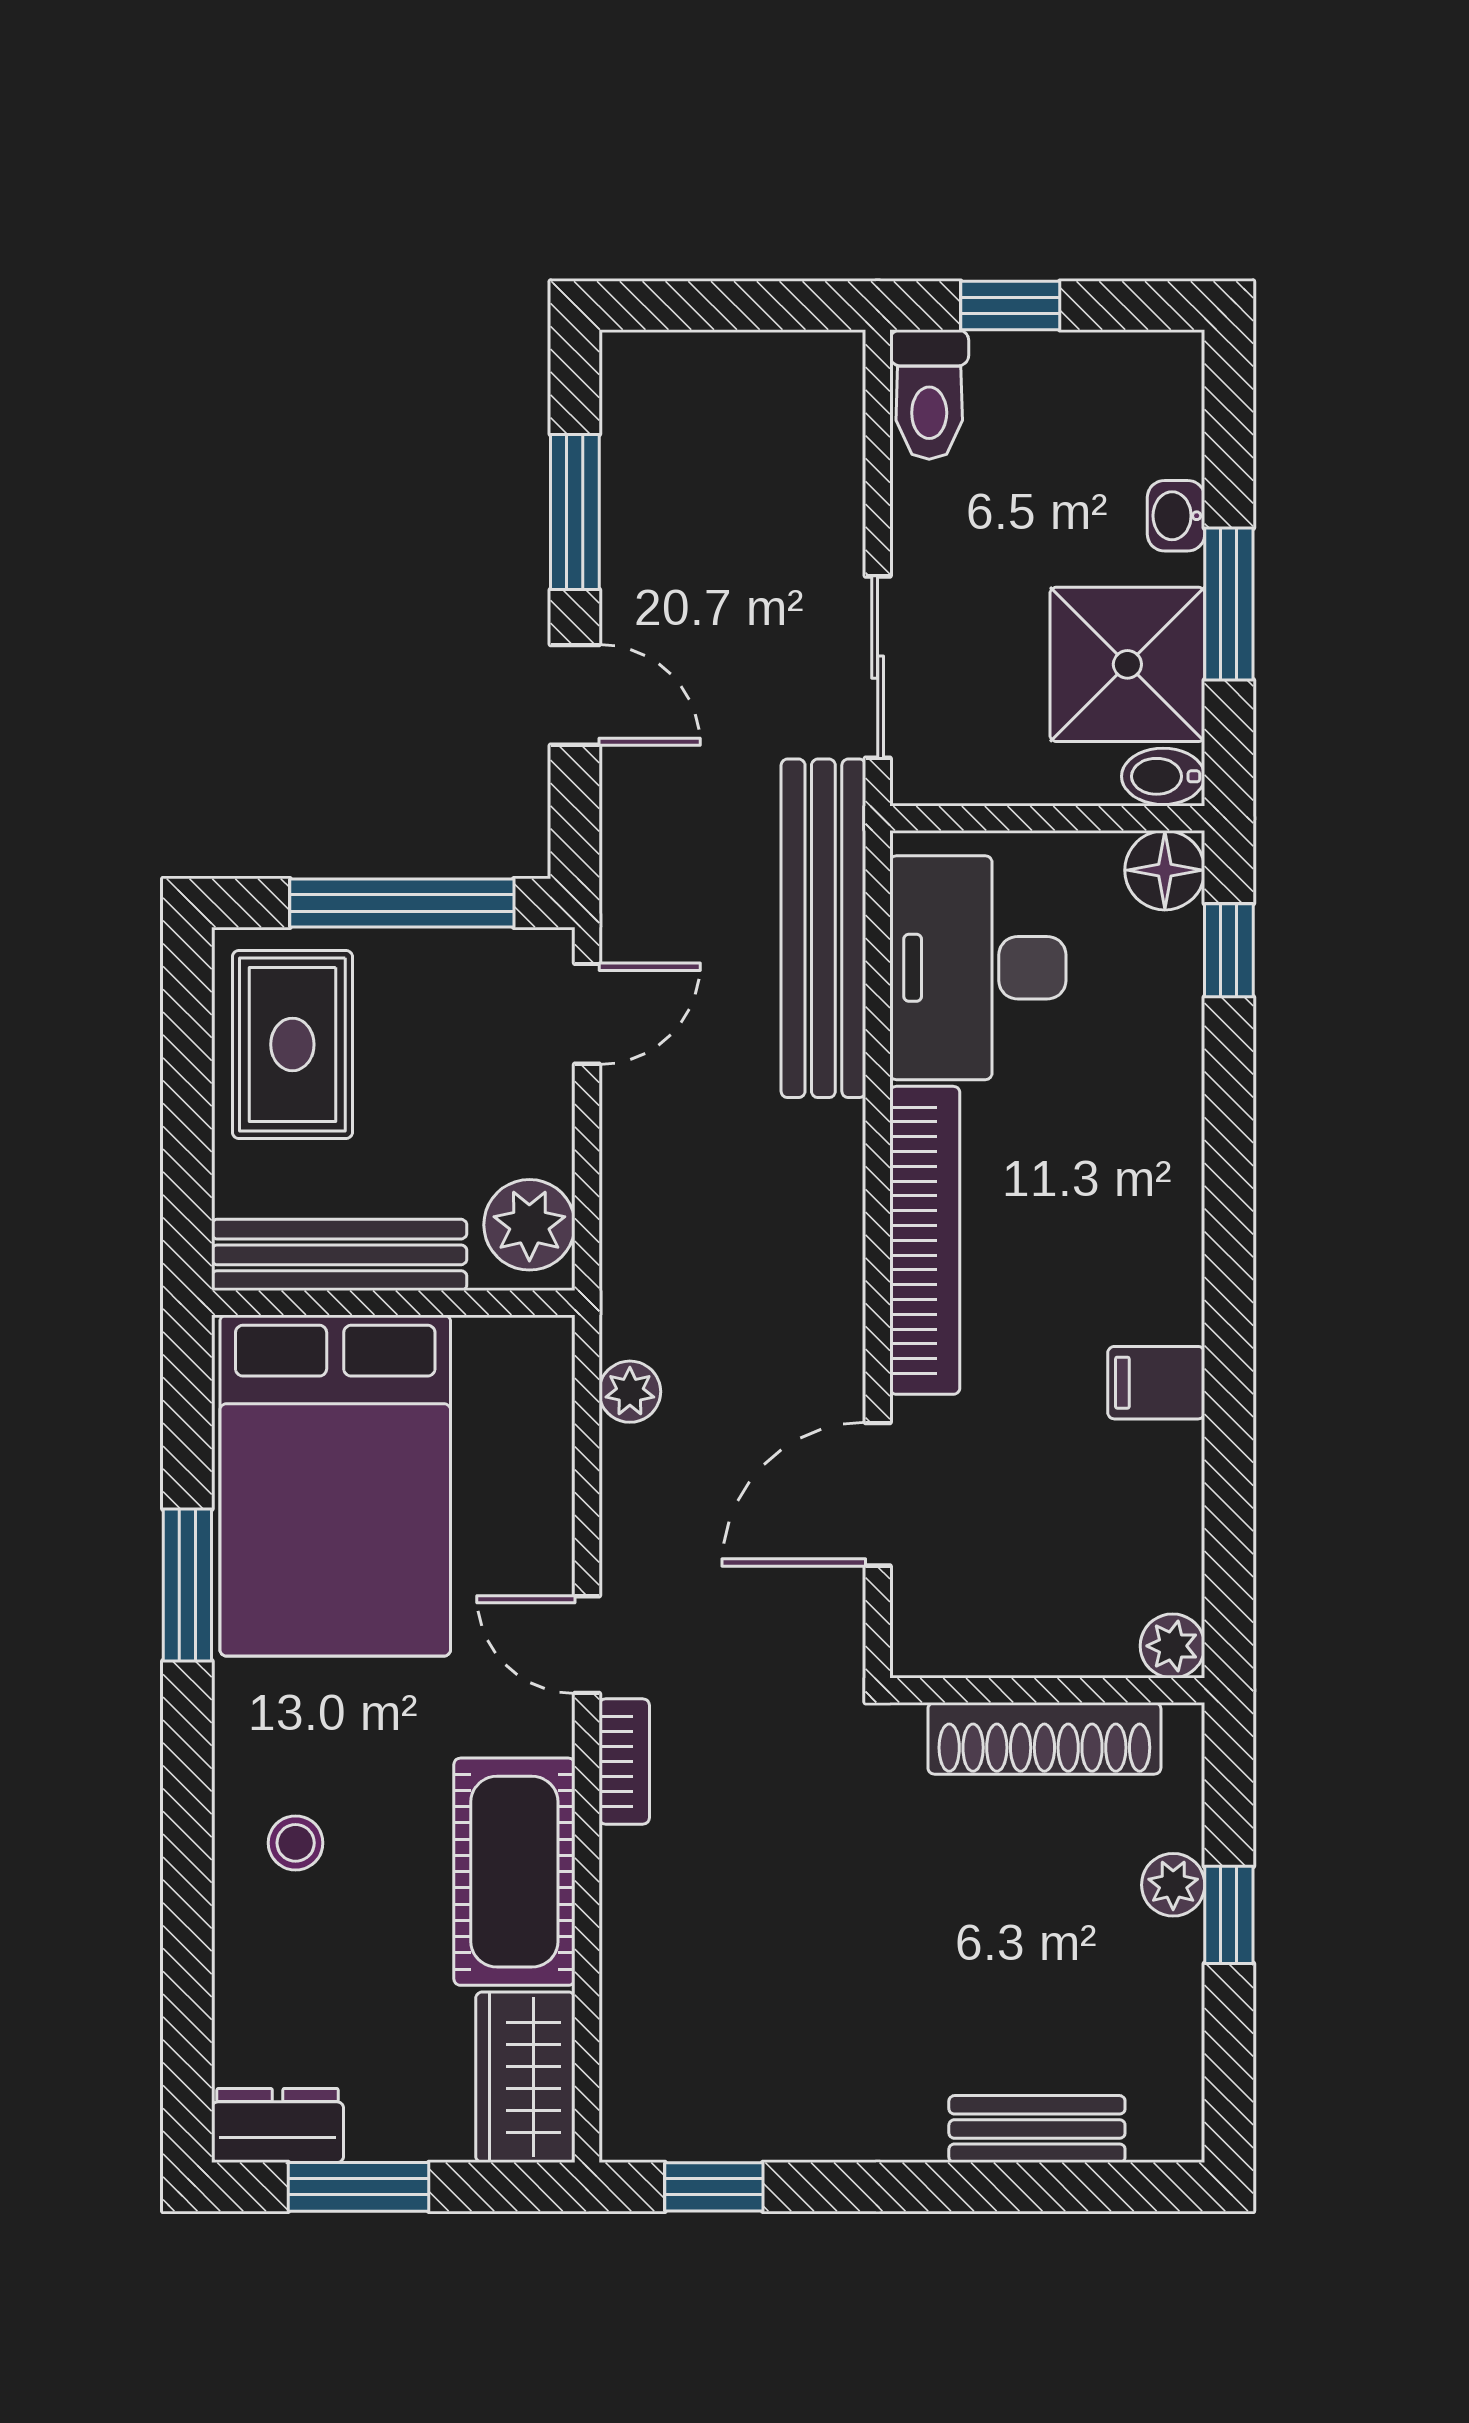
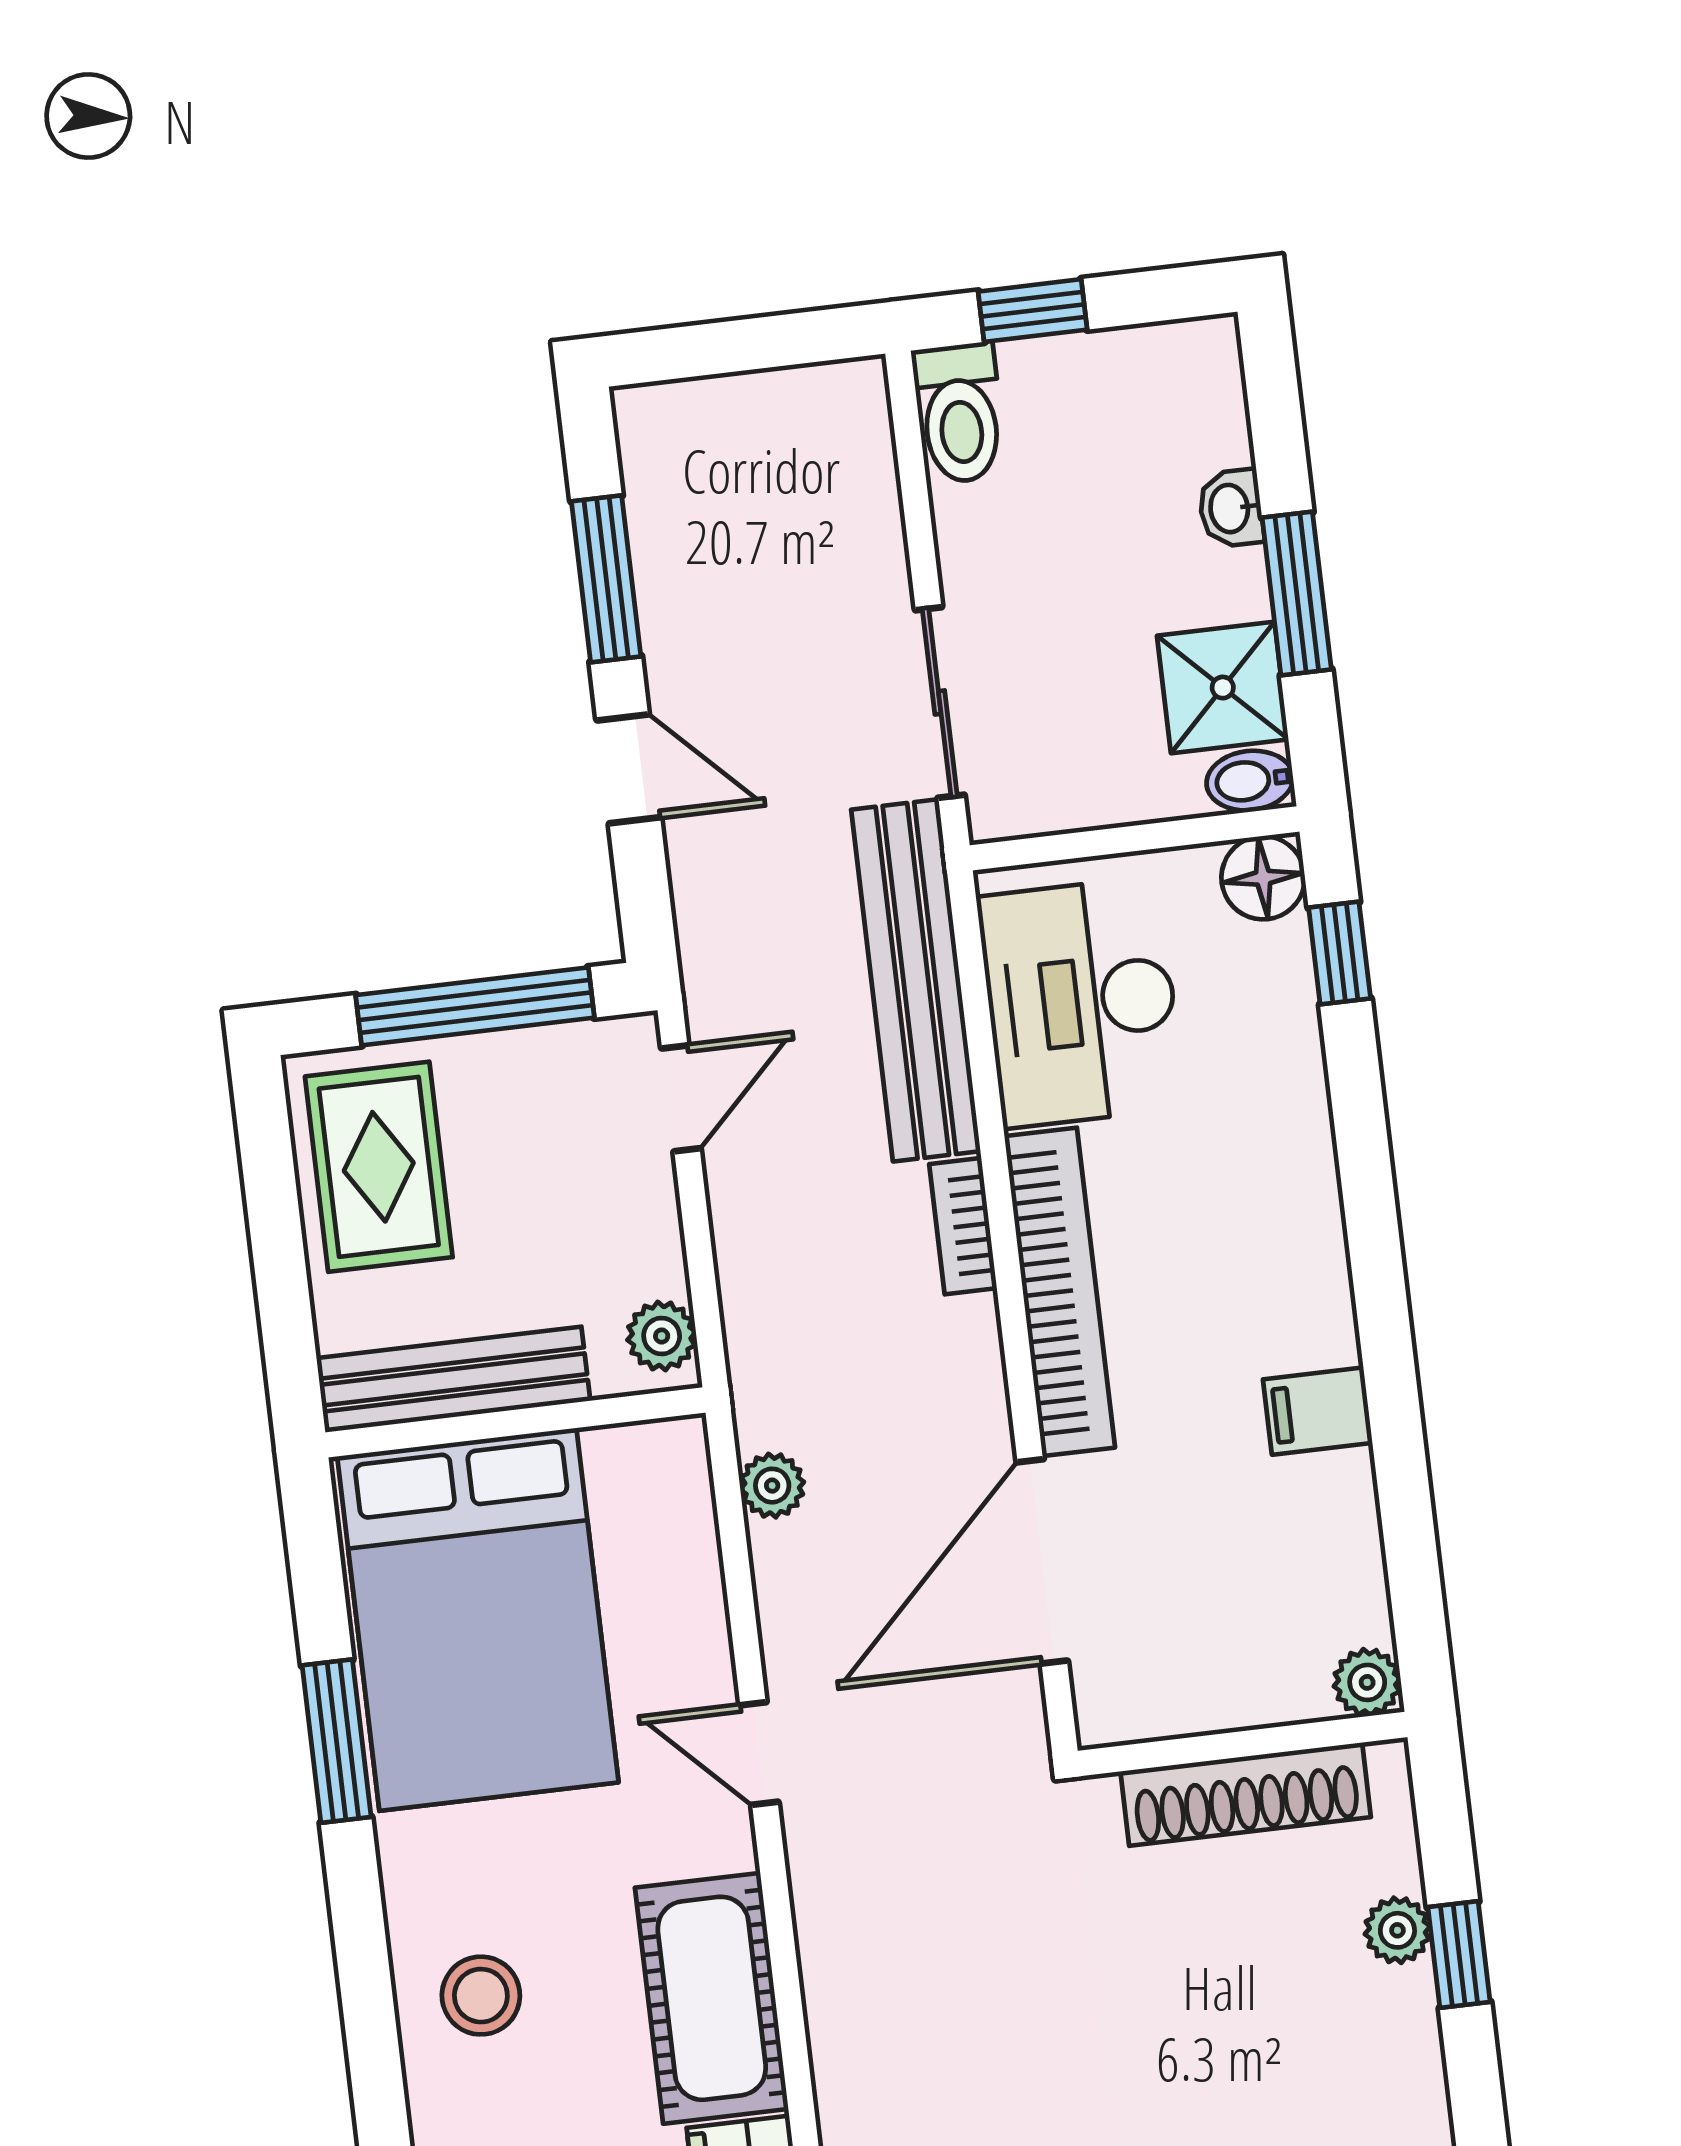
shower: (1127, 664) -> (1223, 688), width x0.73, depth x0.73
plant: (529, 1225) -> (662, 1336), width x0.73, depth x0.73
door: (878, 1494) -> (1042, 1561), width x1.36
bookcase: (624, 1761) -> (963, 1226), moved, turned 180
stool: (296, 1843) -> (481, 1996), width x1.37, depth x1.37

